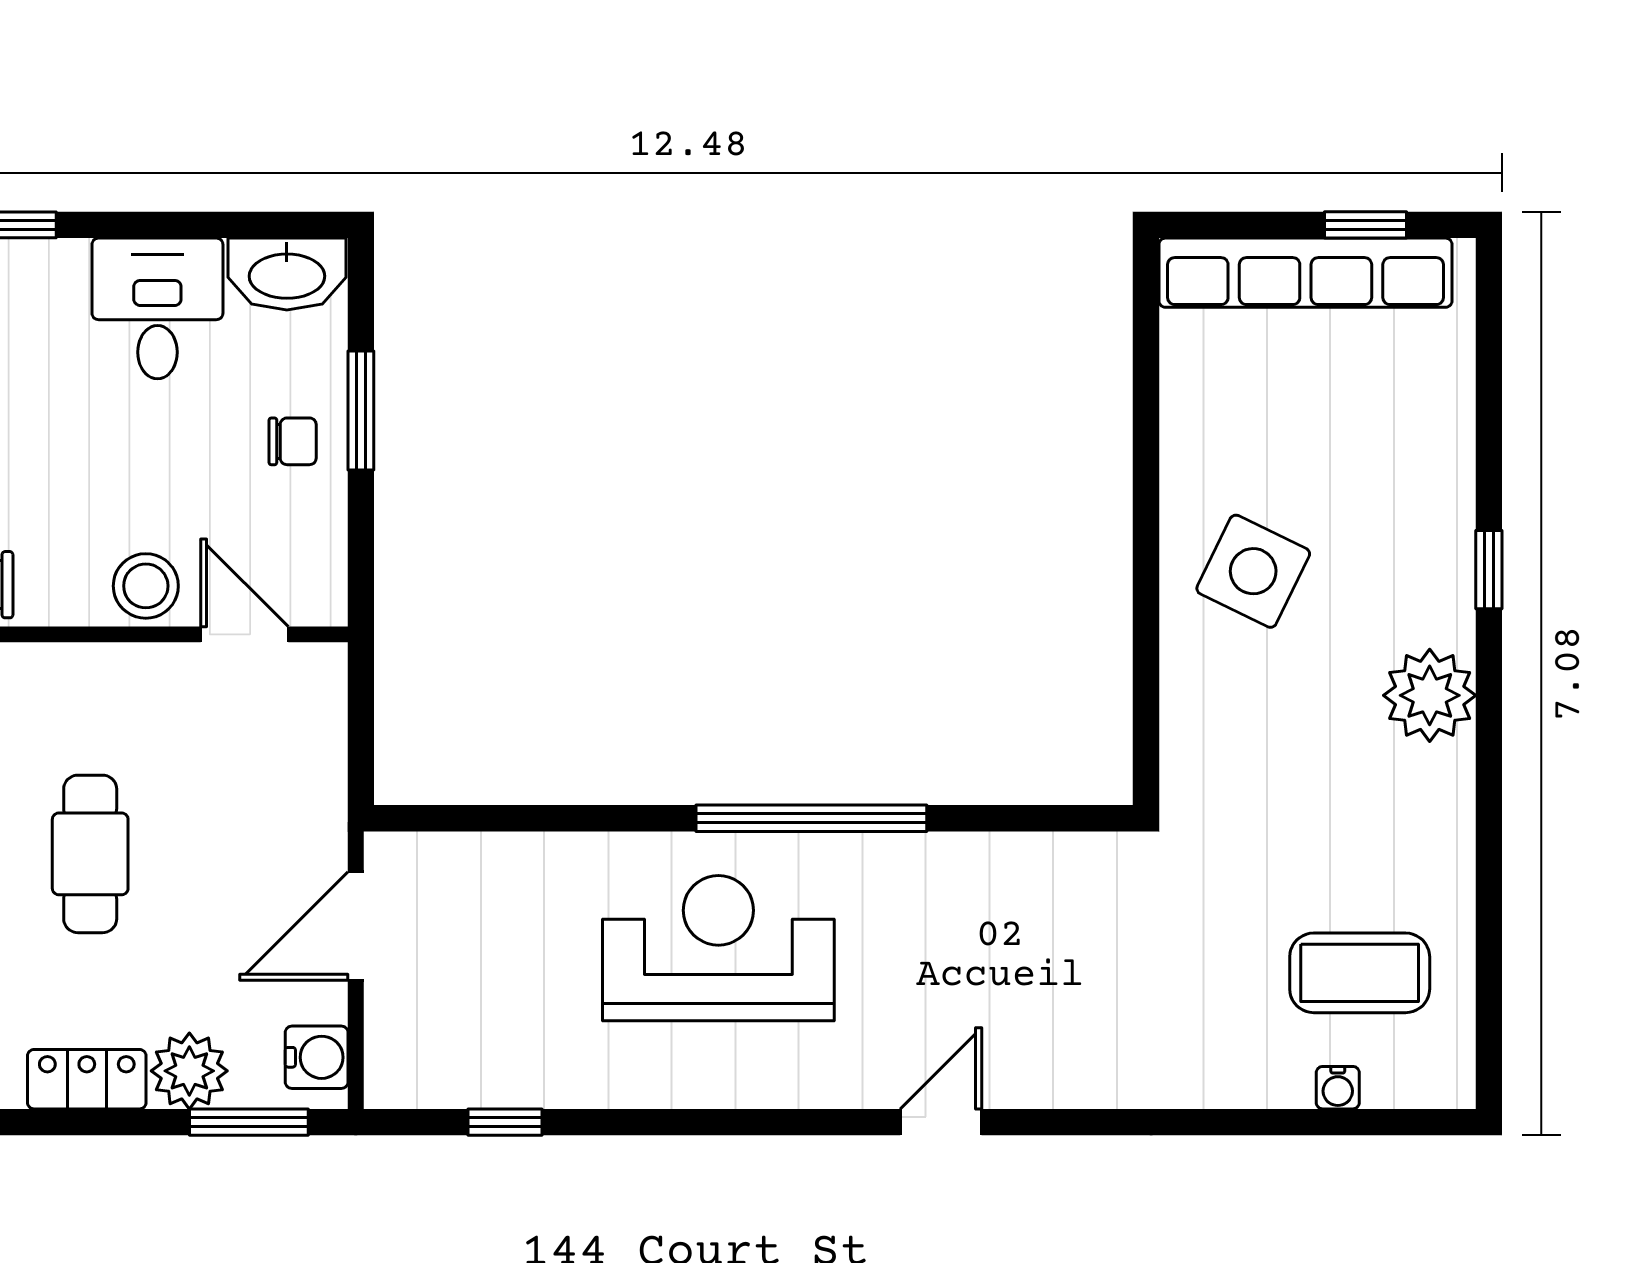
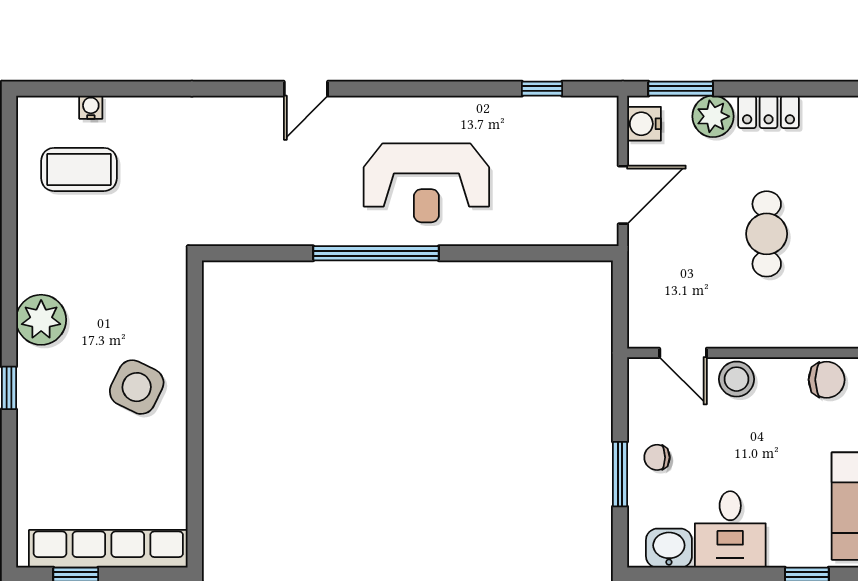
washbasin: (287, 274) -> (669, 548), width x0.72

